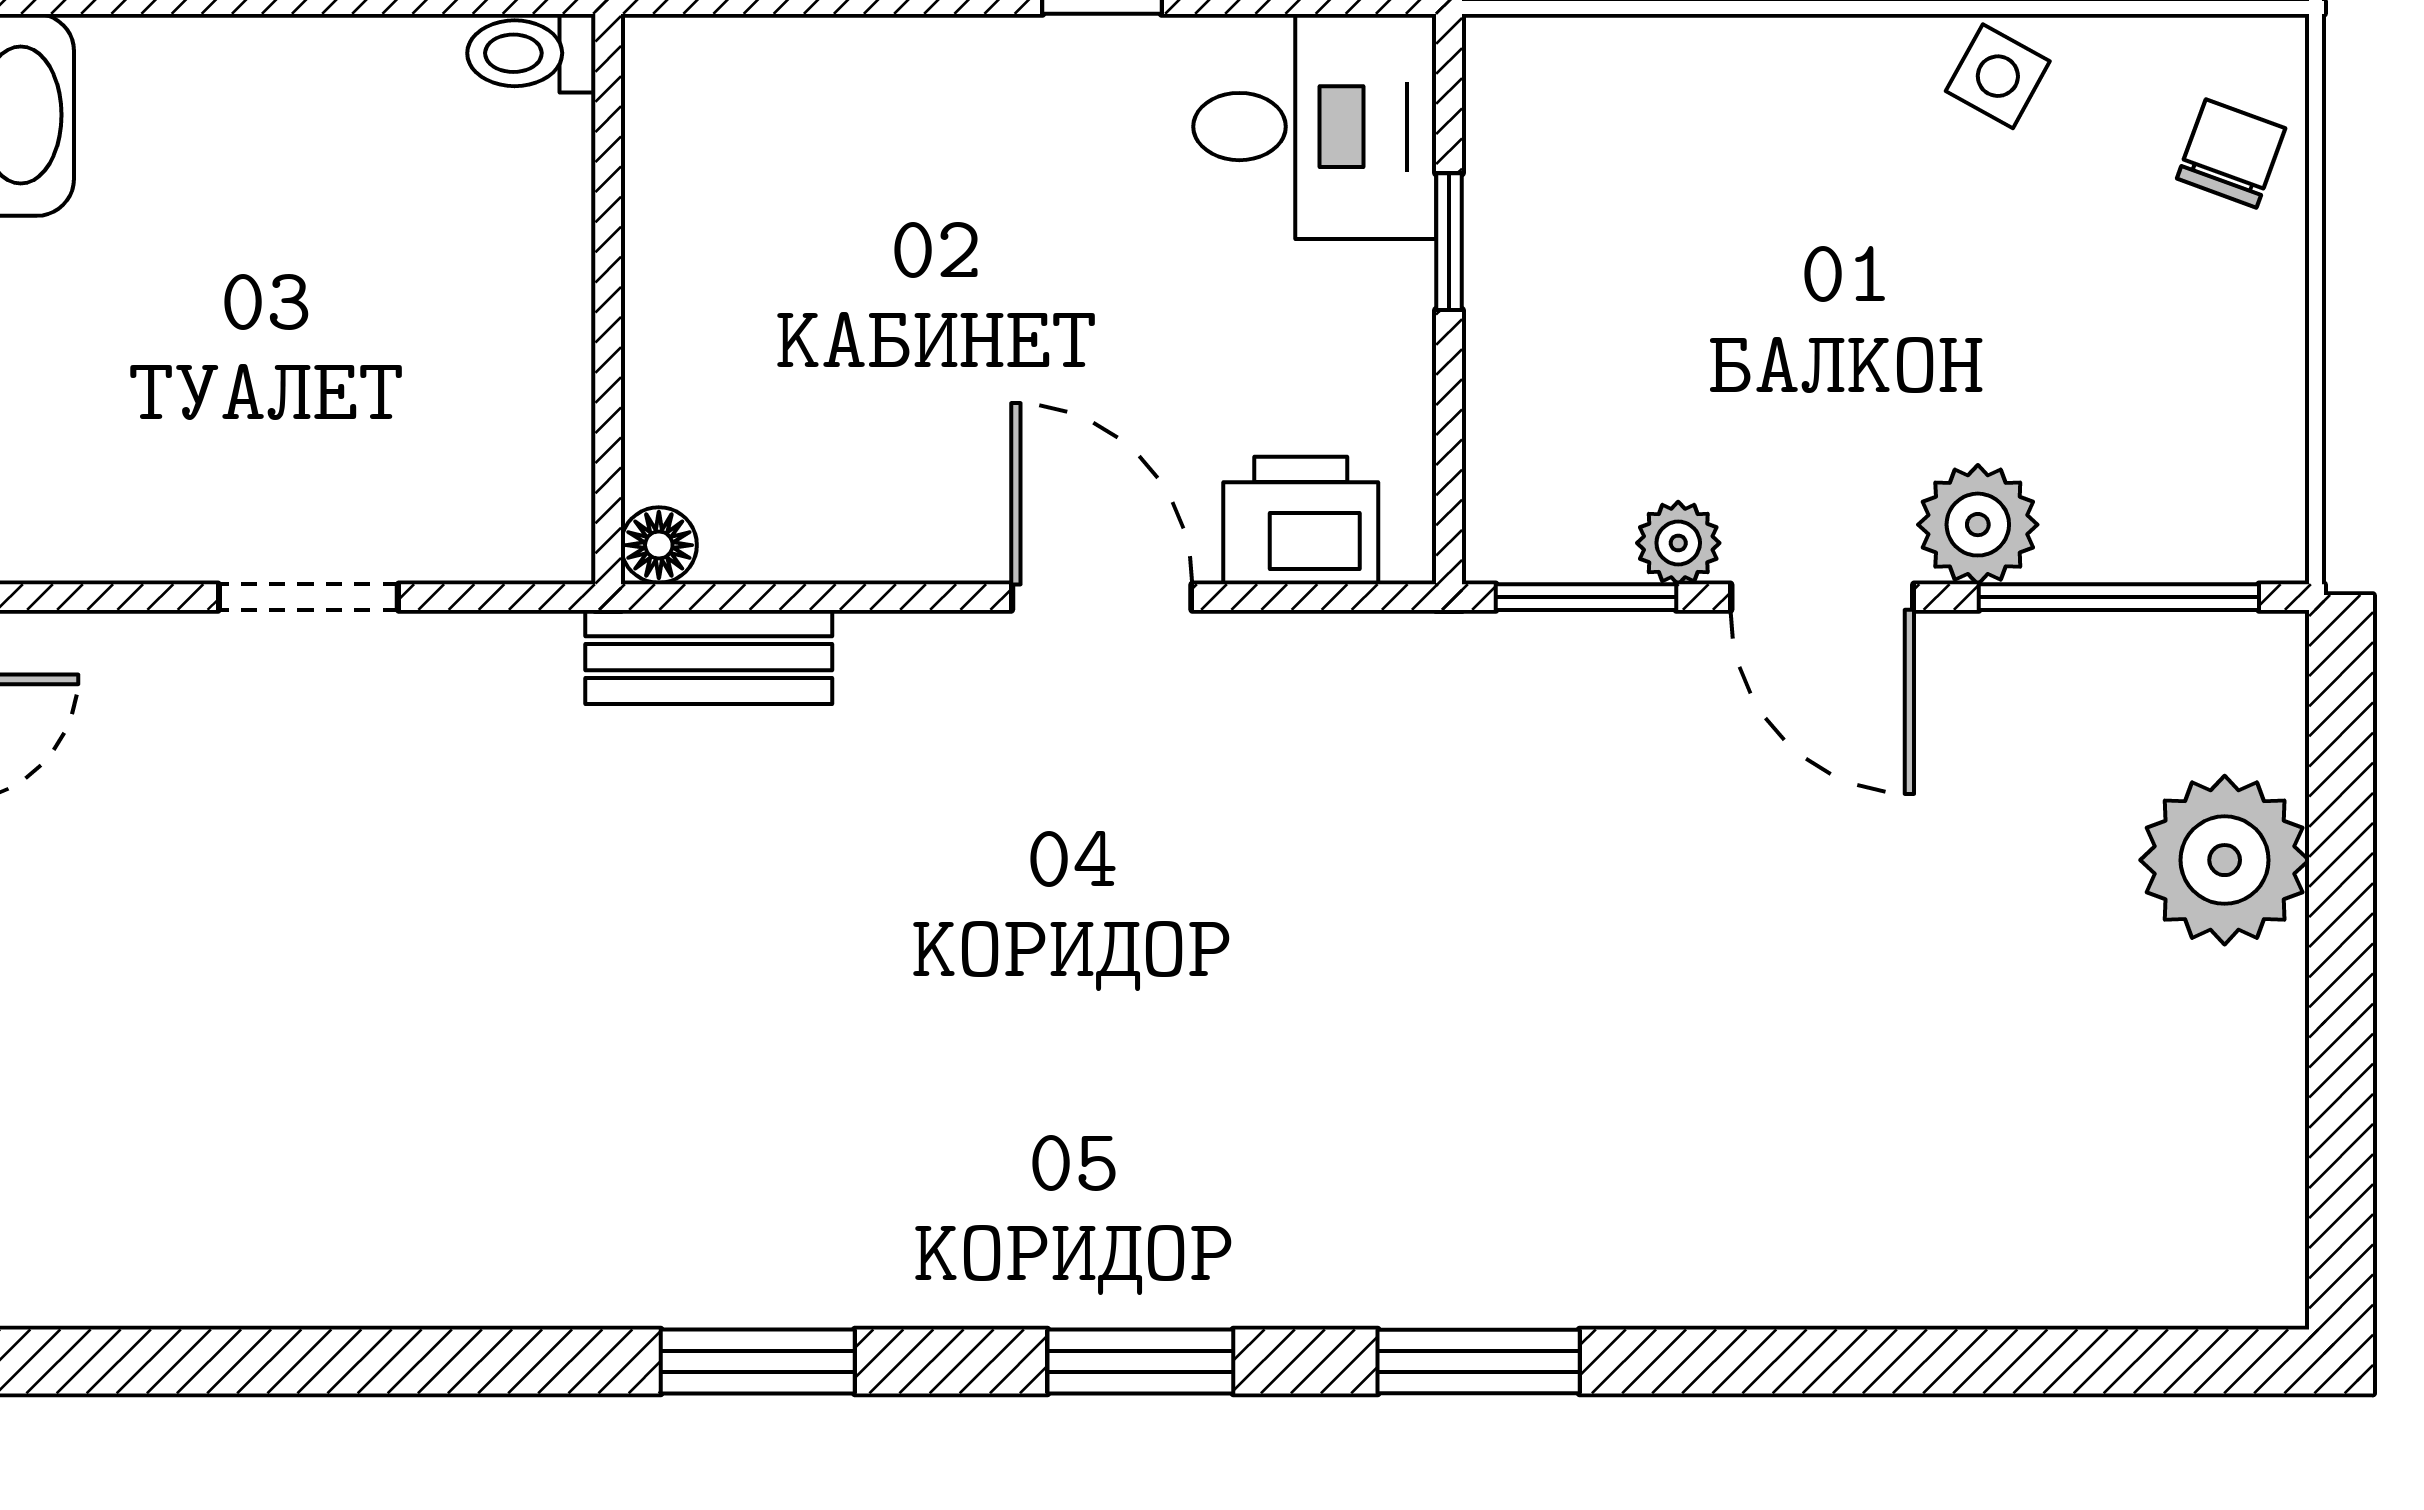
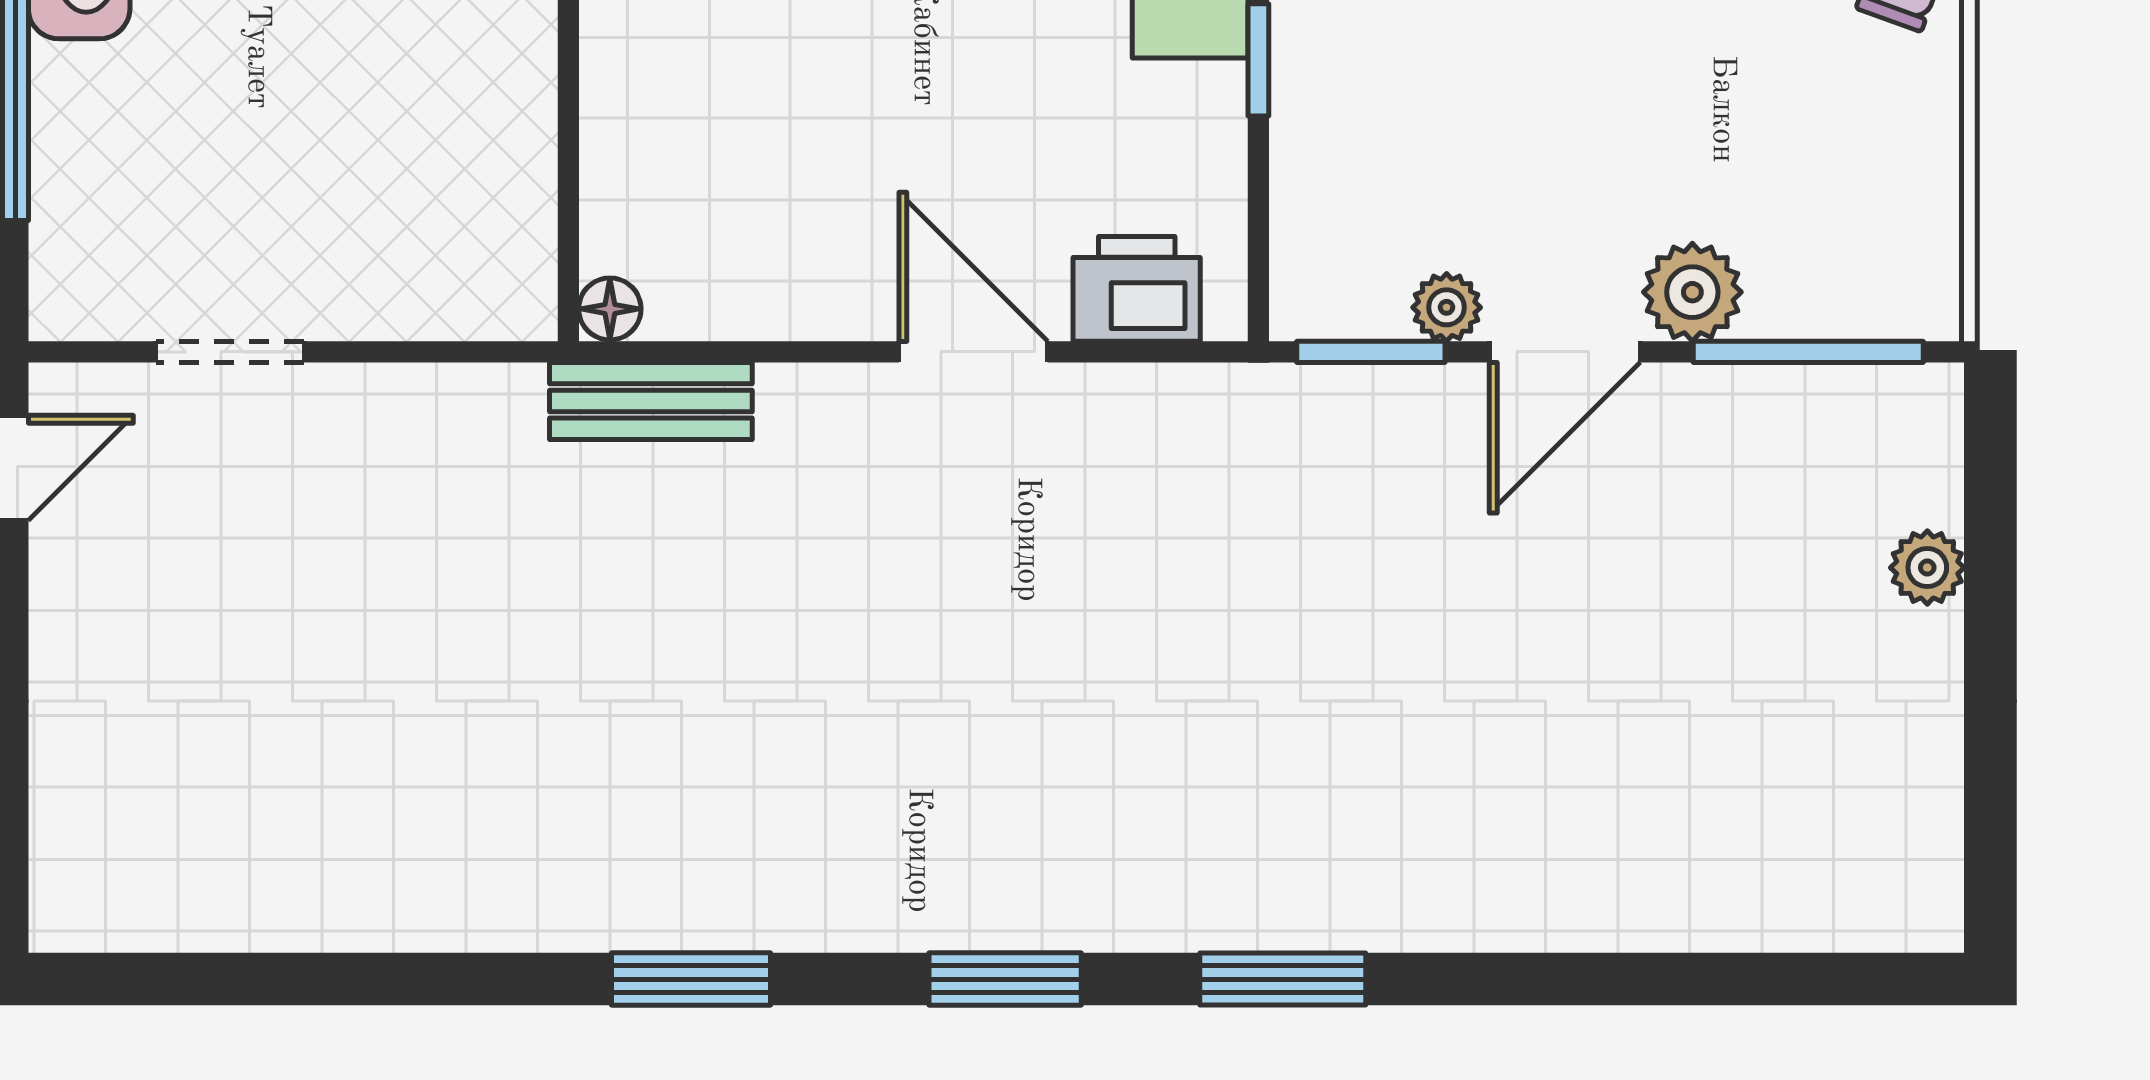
doorway: (308, 597) -> (230, 352), moved
door: (1822, 597) -> (1565, 352), hinge flipped
plant: (2225, 860) -> (1927, 568), width x0.53, depth x0.53

